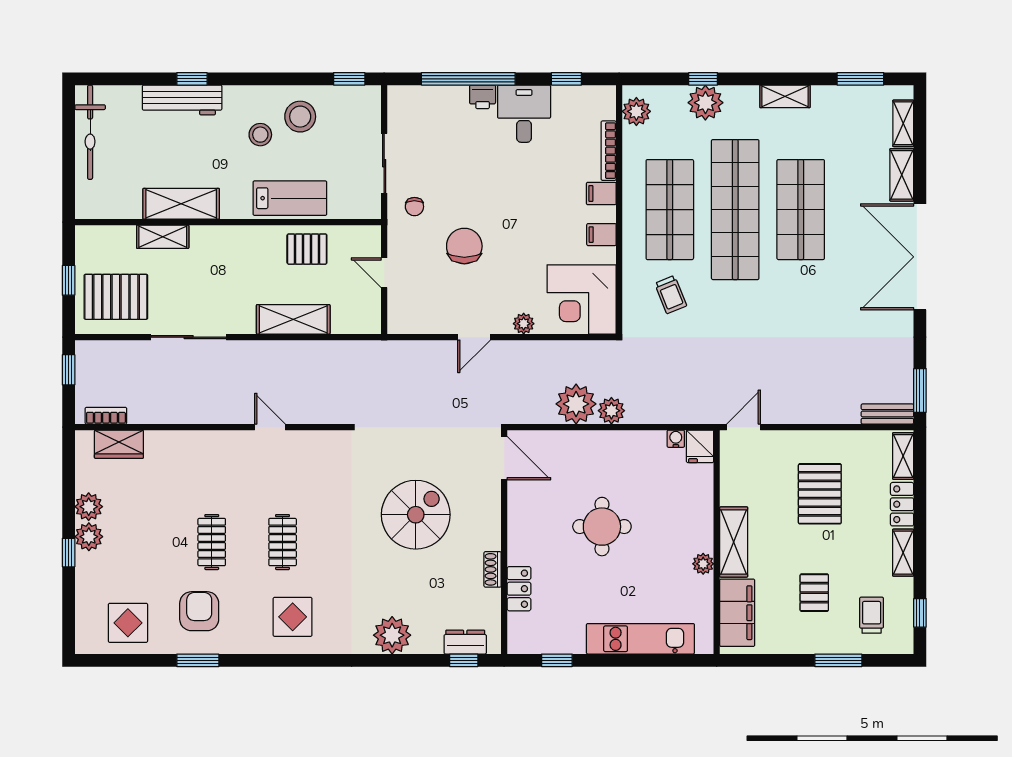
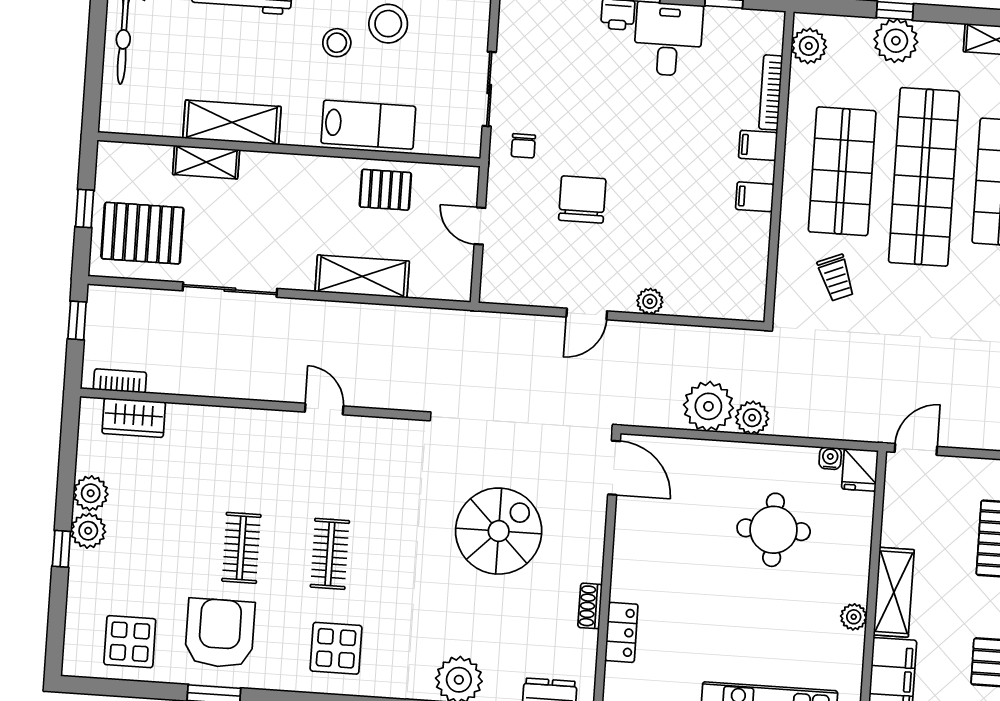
corner desk: (582, 299) -> (724, 276), removed
round table: (602, 527) -> (774, 530), moved
armchair: (199, 611) -> (220, 633), width x1.36, depth x1.36

